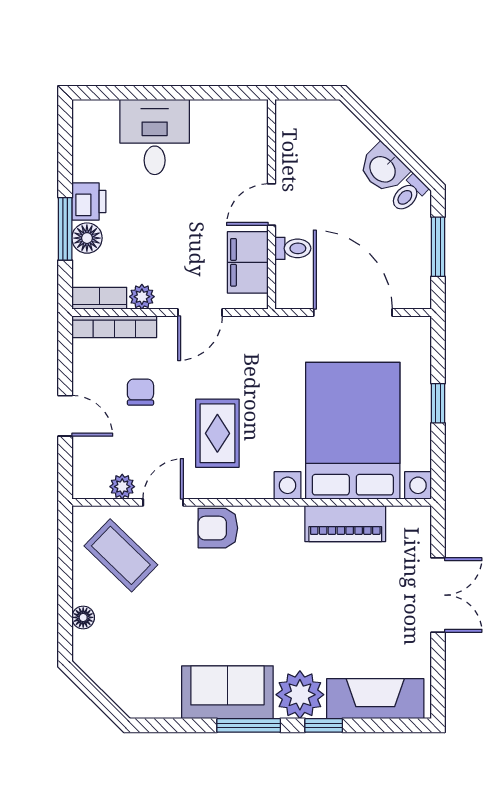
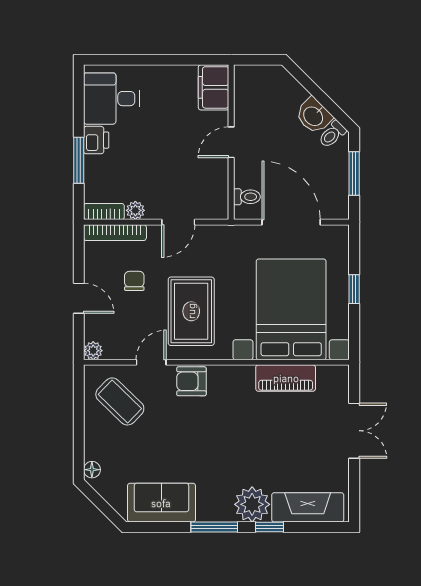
desk: (155, 137) -> (111, 99), moved, turned -90
floor lamp: (87, 238) -> (95, 167), removed
toilet: (293, 248) -> (247, 197), moved
filing cabinet: (248, 262) -> (214, 87), moved
rug: (217, 433) -> (191, 311), width x1.36, depth x1.43
plant: (122, 487) -> (93, 351), moved
floor lamp: (83, 617) -> (92, 470), moved
sofa: (227, 692) -> (161, 503), moved

